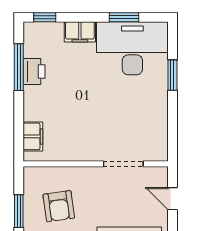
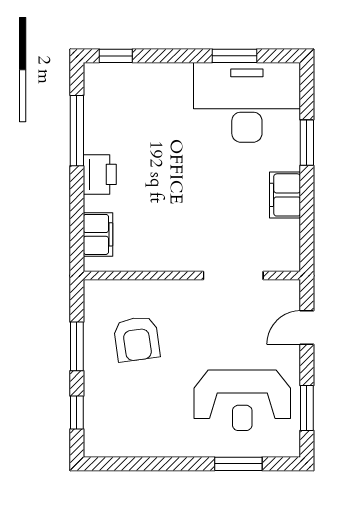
filing cabinet: (80, 32) -> (285, 195), moved, turned 90
printer: (34, 71) -> (100, 174), moved
door: (172, 199) -> (307, 328), hinge flipped

